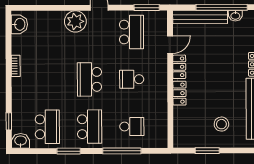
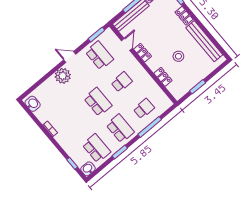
school desk: (89, 79) -> (98, 102), turned 180
school desk: (132, 79) -> (122, 82), turned 180
locker: (179, 93) -> (163, 77), moved
stool: (221, 124) -> (178, 56), moved

